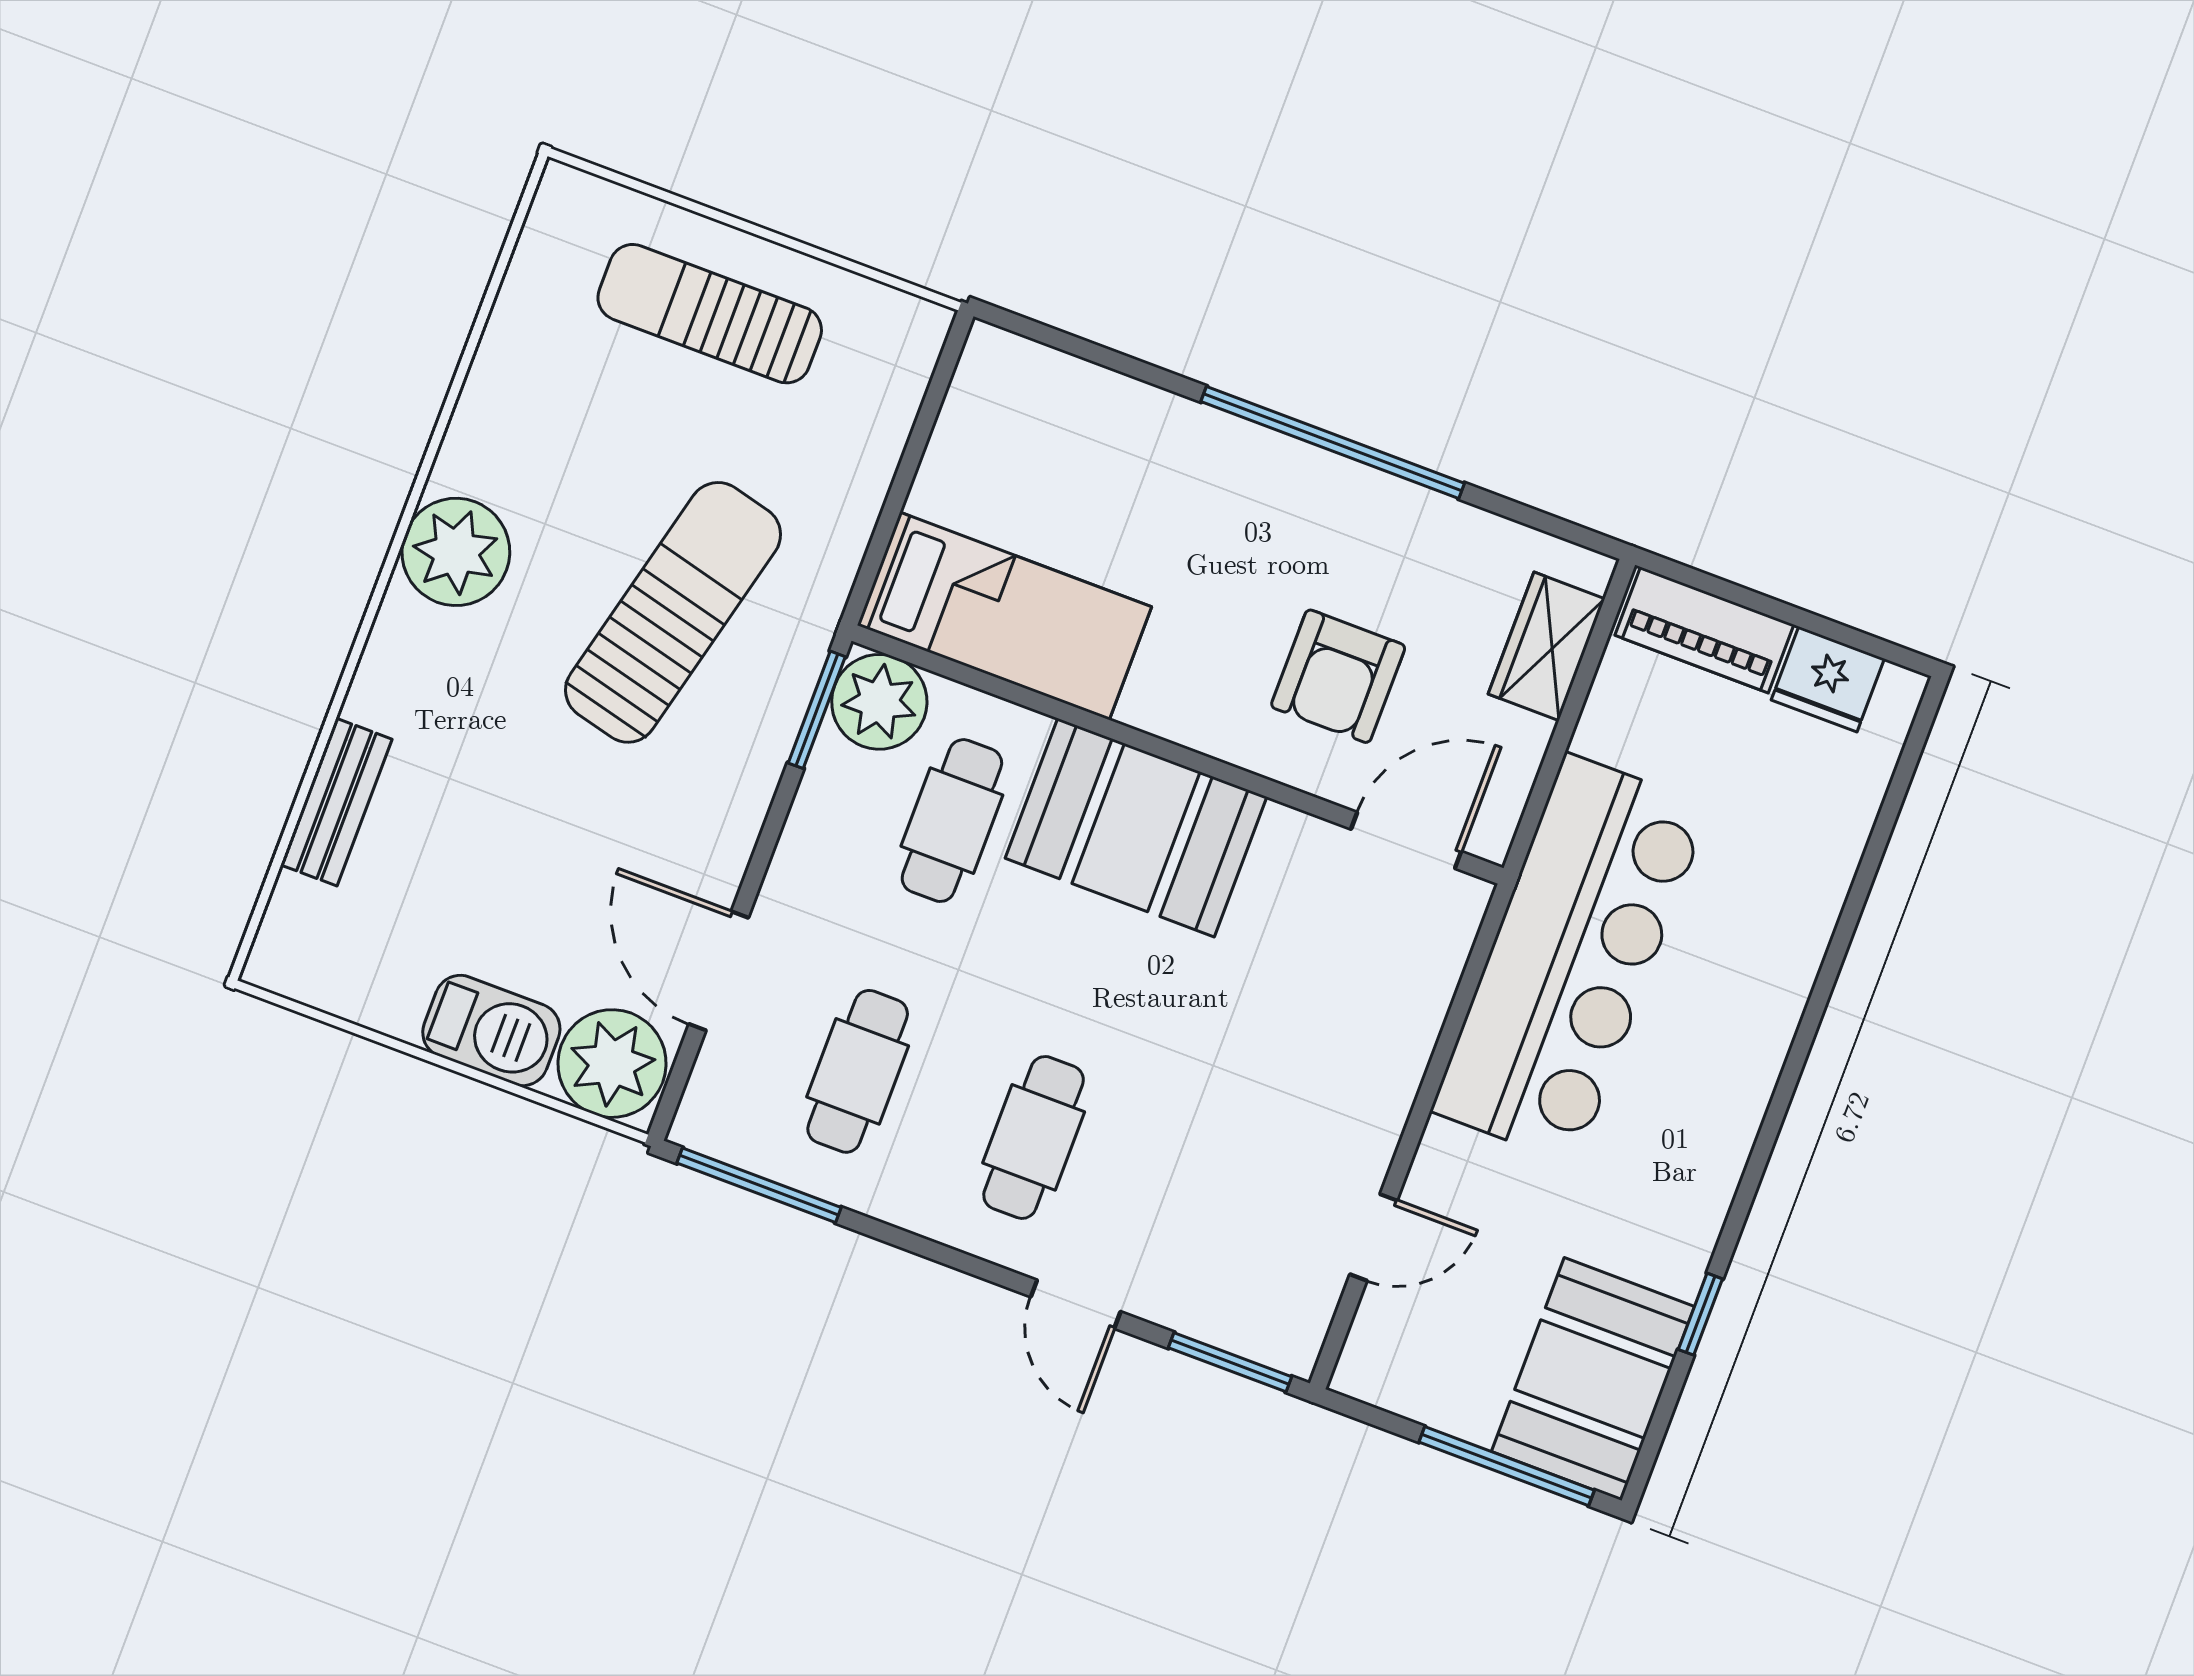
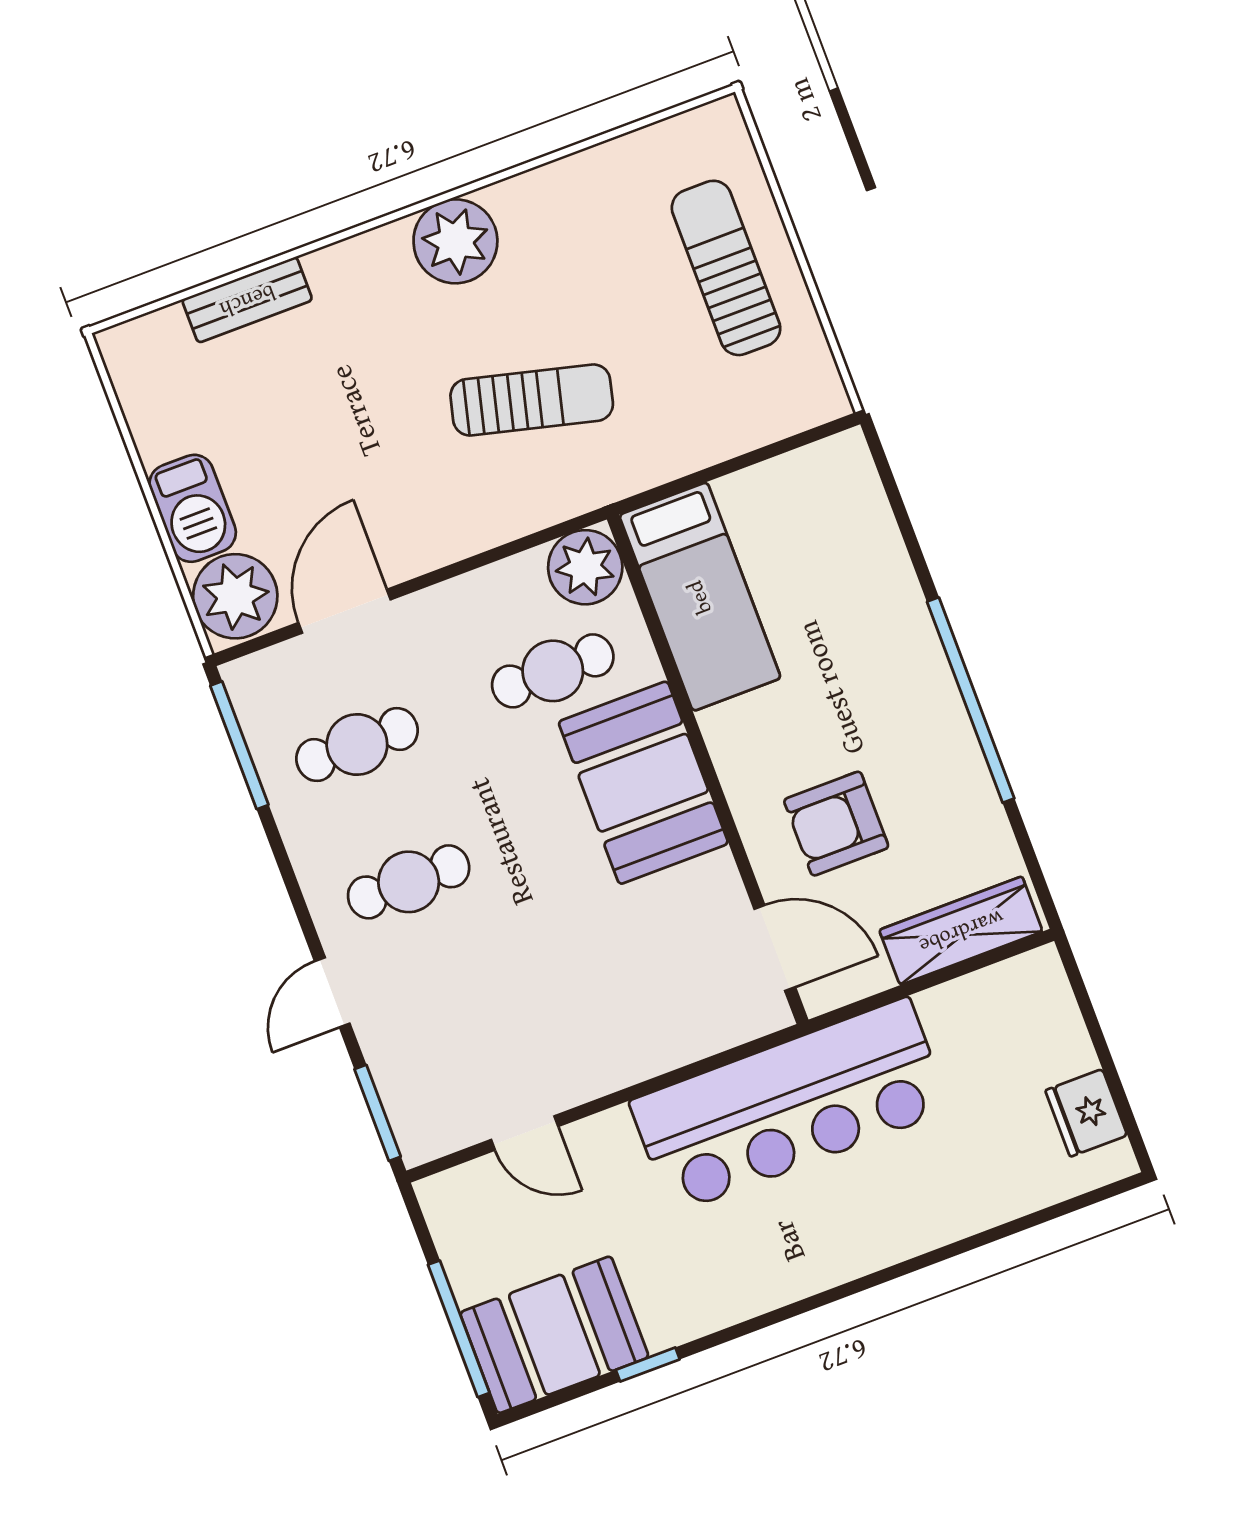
sun lounger: (673, 612) -> (532, 400), width x0.73, depth x0.75
piano: (1704, 630) -> (1052, 1015), removed
wardrobe: (1547, 646) -> (961, 931), width x1.50
window: (817, 710) -> (548, 535), removed

